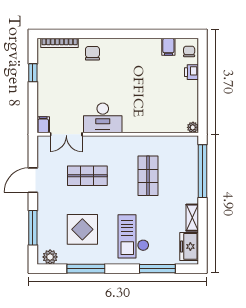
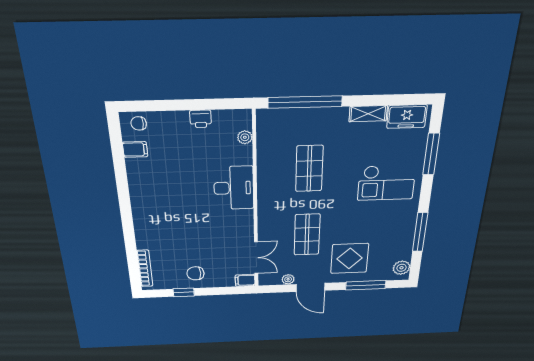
chair: (92, 53) -> (195, 273), moved
printer: (191, 72) -> (201, 119), moved
desk: (103, 118) -> (234, 188), moved
plant: (193, 127) -> (245, 137), moved
plant: (42, 161) -> (288, 279), added
shop shelf: (148, 176) -> (309, 169), turned 90
display table: (82, 229) -> (350, 258), moved

